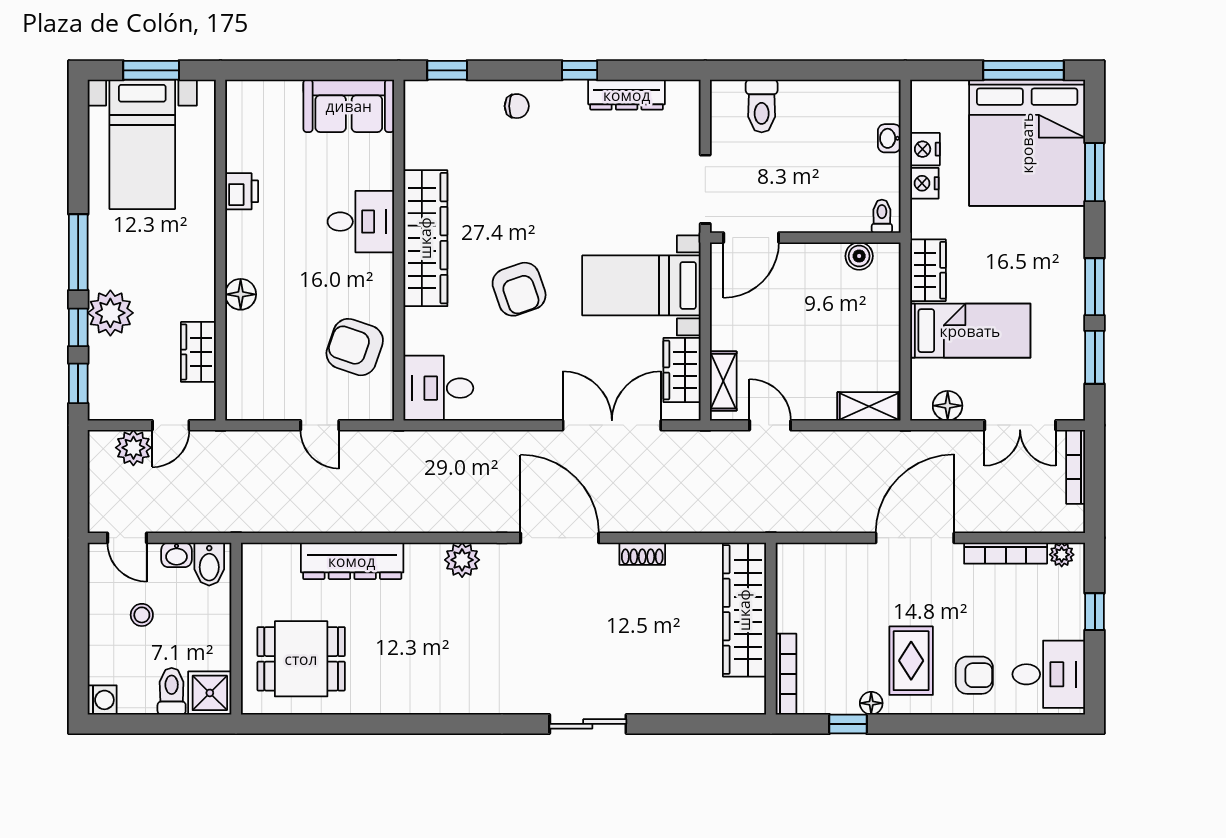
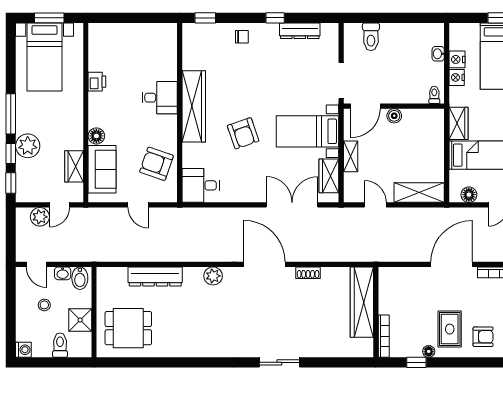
sofa: (349, 106) -> (102, 169), moved, turned -90
boiler: (859, 256) -> (394, 116), moved
shelving: (723, 381) -> (351, 156), moved
shelving: (869, 406) -> (419, 193), width x1.50, depth x1.33
shower: (210, 693) -> (80, 320), moved

